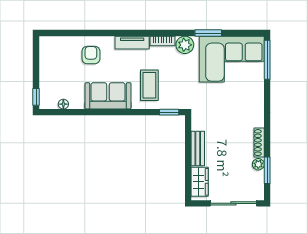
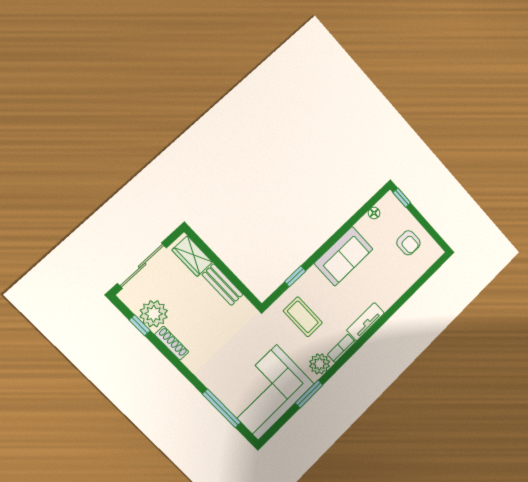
armchair: (91, 55) -> (408, 243), moved
window: (267, 60) -> (222, 408), moved
coffee table: (149, 85) -> (303, 317), moved
window: (169, 112) -> (295, 276), moved
plant: (258, 164) -> (154, 314), width x1.88, depth x1.88
window: (267, 170) -> (140, 325), width x0.67

